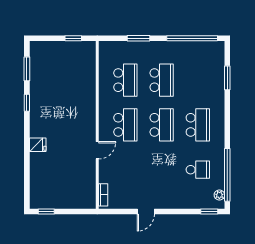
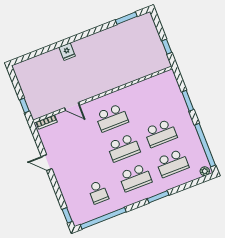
window: (227, 78) -> (158, 197), moved
school desk: (125, 80) -> (172, 163), moved
window: (27, 103) -> (98, 29), removed
door: (97, 150) -> (72, 106), moved
plant: (219, 195) -> (205, 171), moved
window: (46, 211) -> (24, 105), moved

